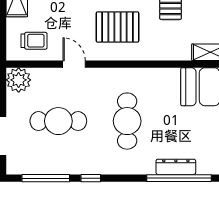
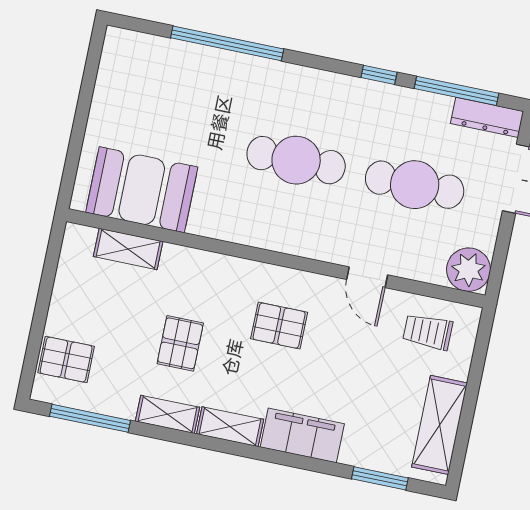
pallet: (117, 27) -> (279, 326), width x0.67, depth x0.71
cafe table: (127, 121) -> (296, 160), turned 90
dresser: (176, 167) -> (487, 117), moved

